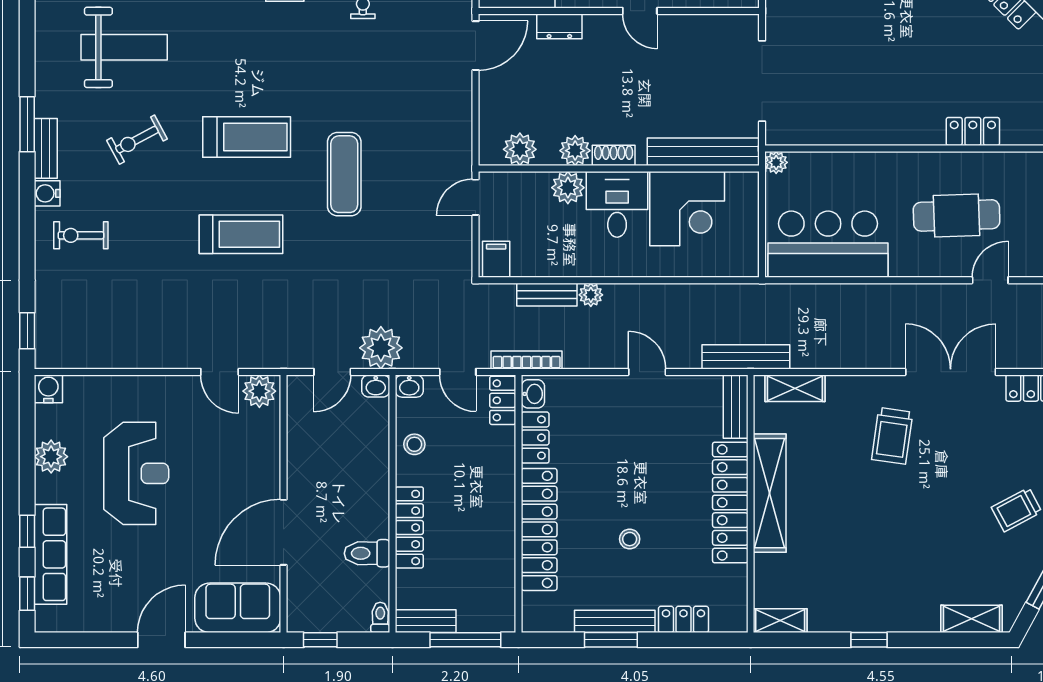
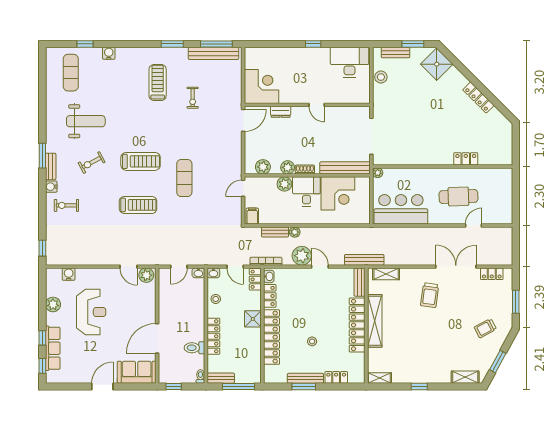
plant: (381, 348) -> (302, 256), moved
water cooler: (48, 389) -> (69, 274), moved
shower: (497, 489) -> (253, 319), added

